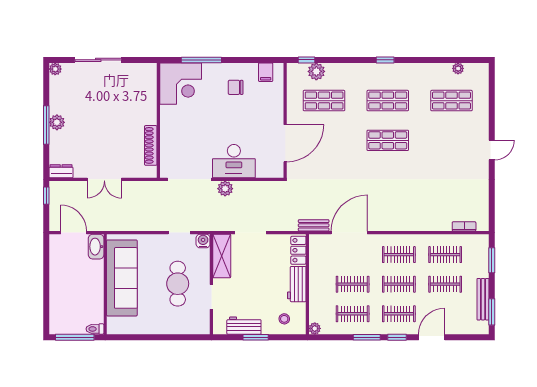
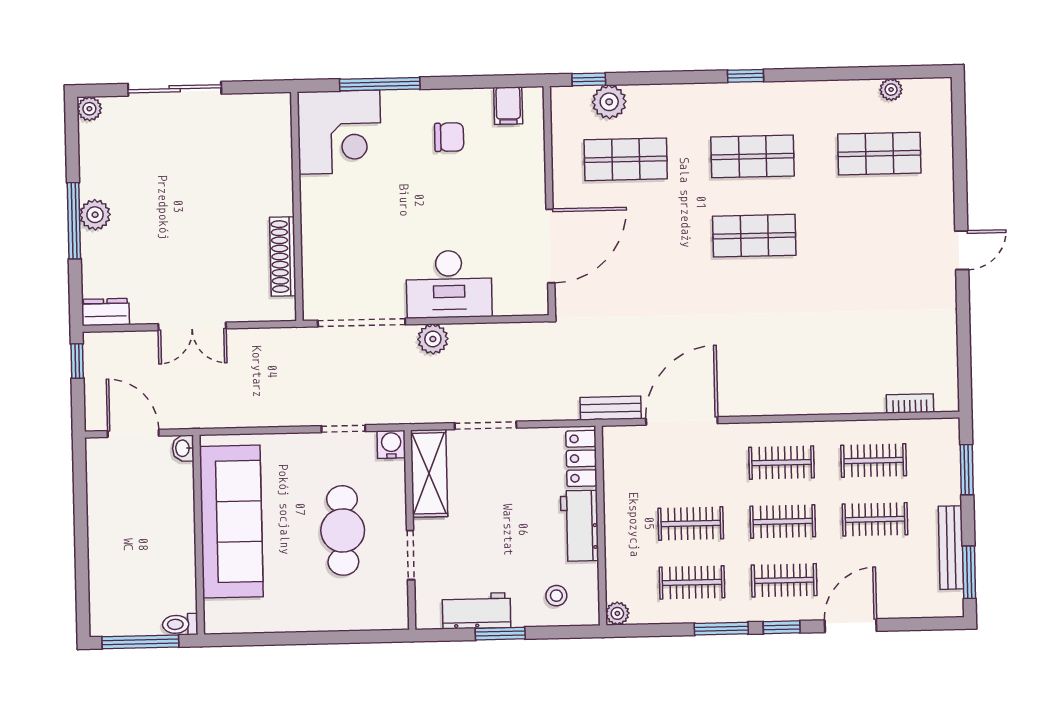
chair: (236, 87) -> (449, 137), turned 180
washbasin: (96, 247) -> (183, 448), width x0.52, depth x0.69

